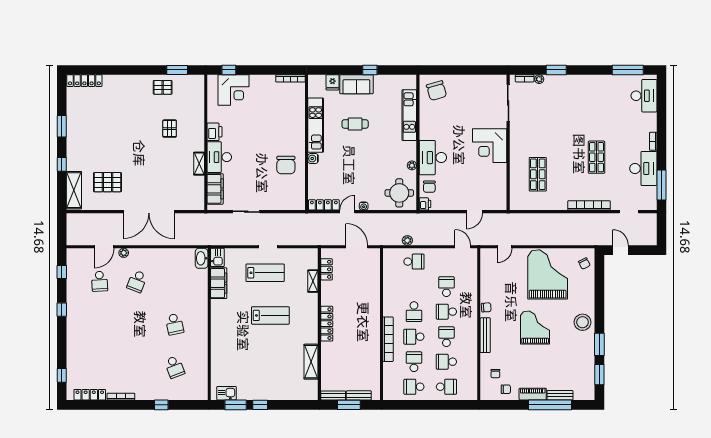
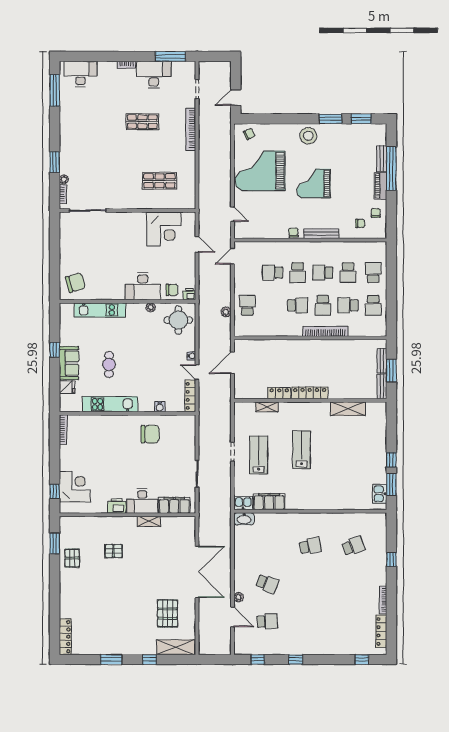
corner desk: (490, 146) -> (164, 229), moved
water cooler: (313, 159) -> (160, 407), moved
locker: (327, 269) -> (279, 393), moved

